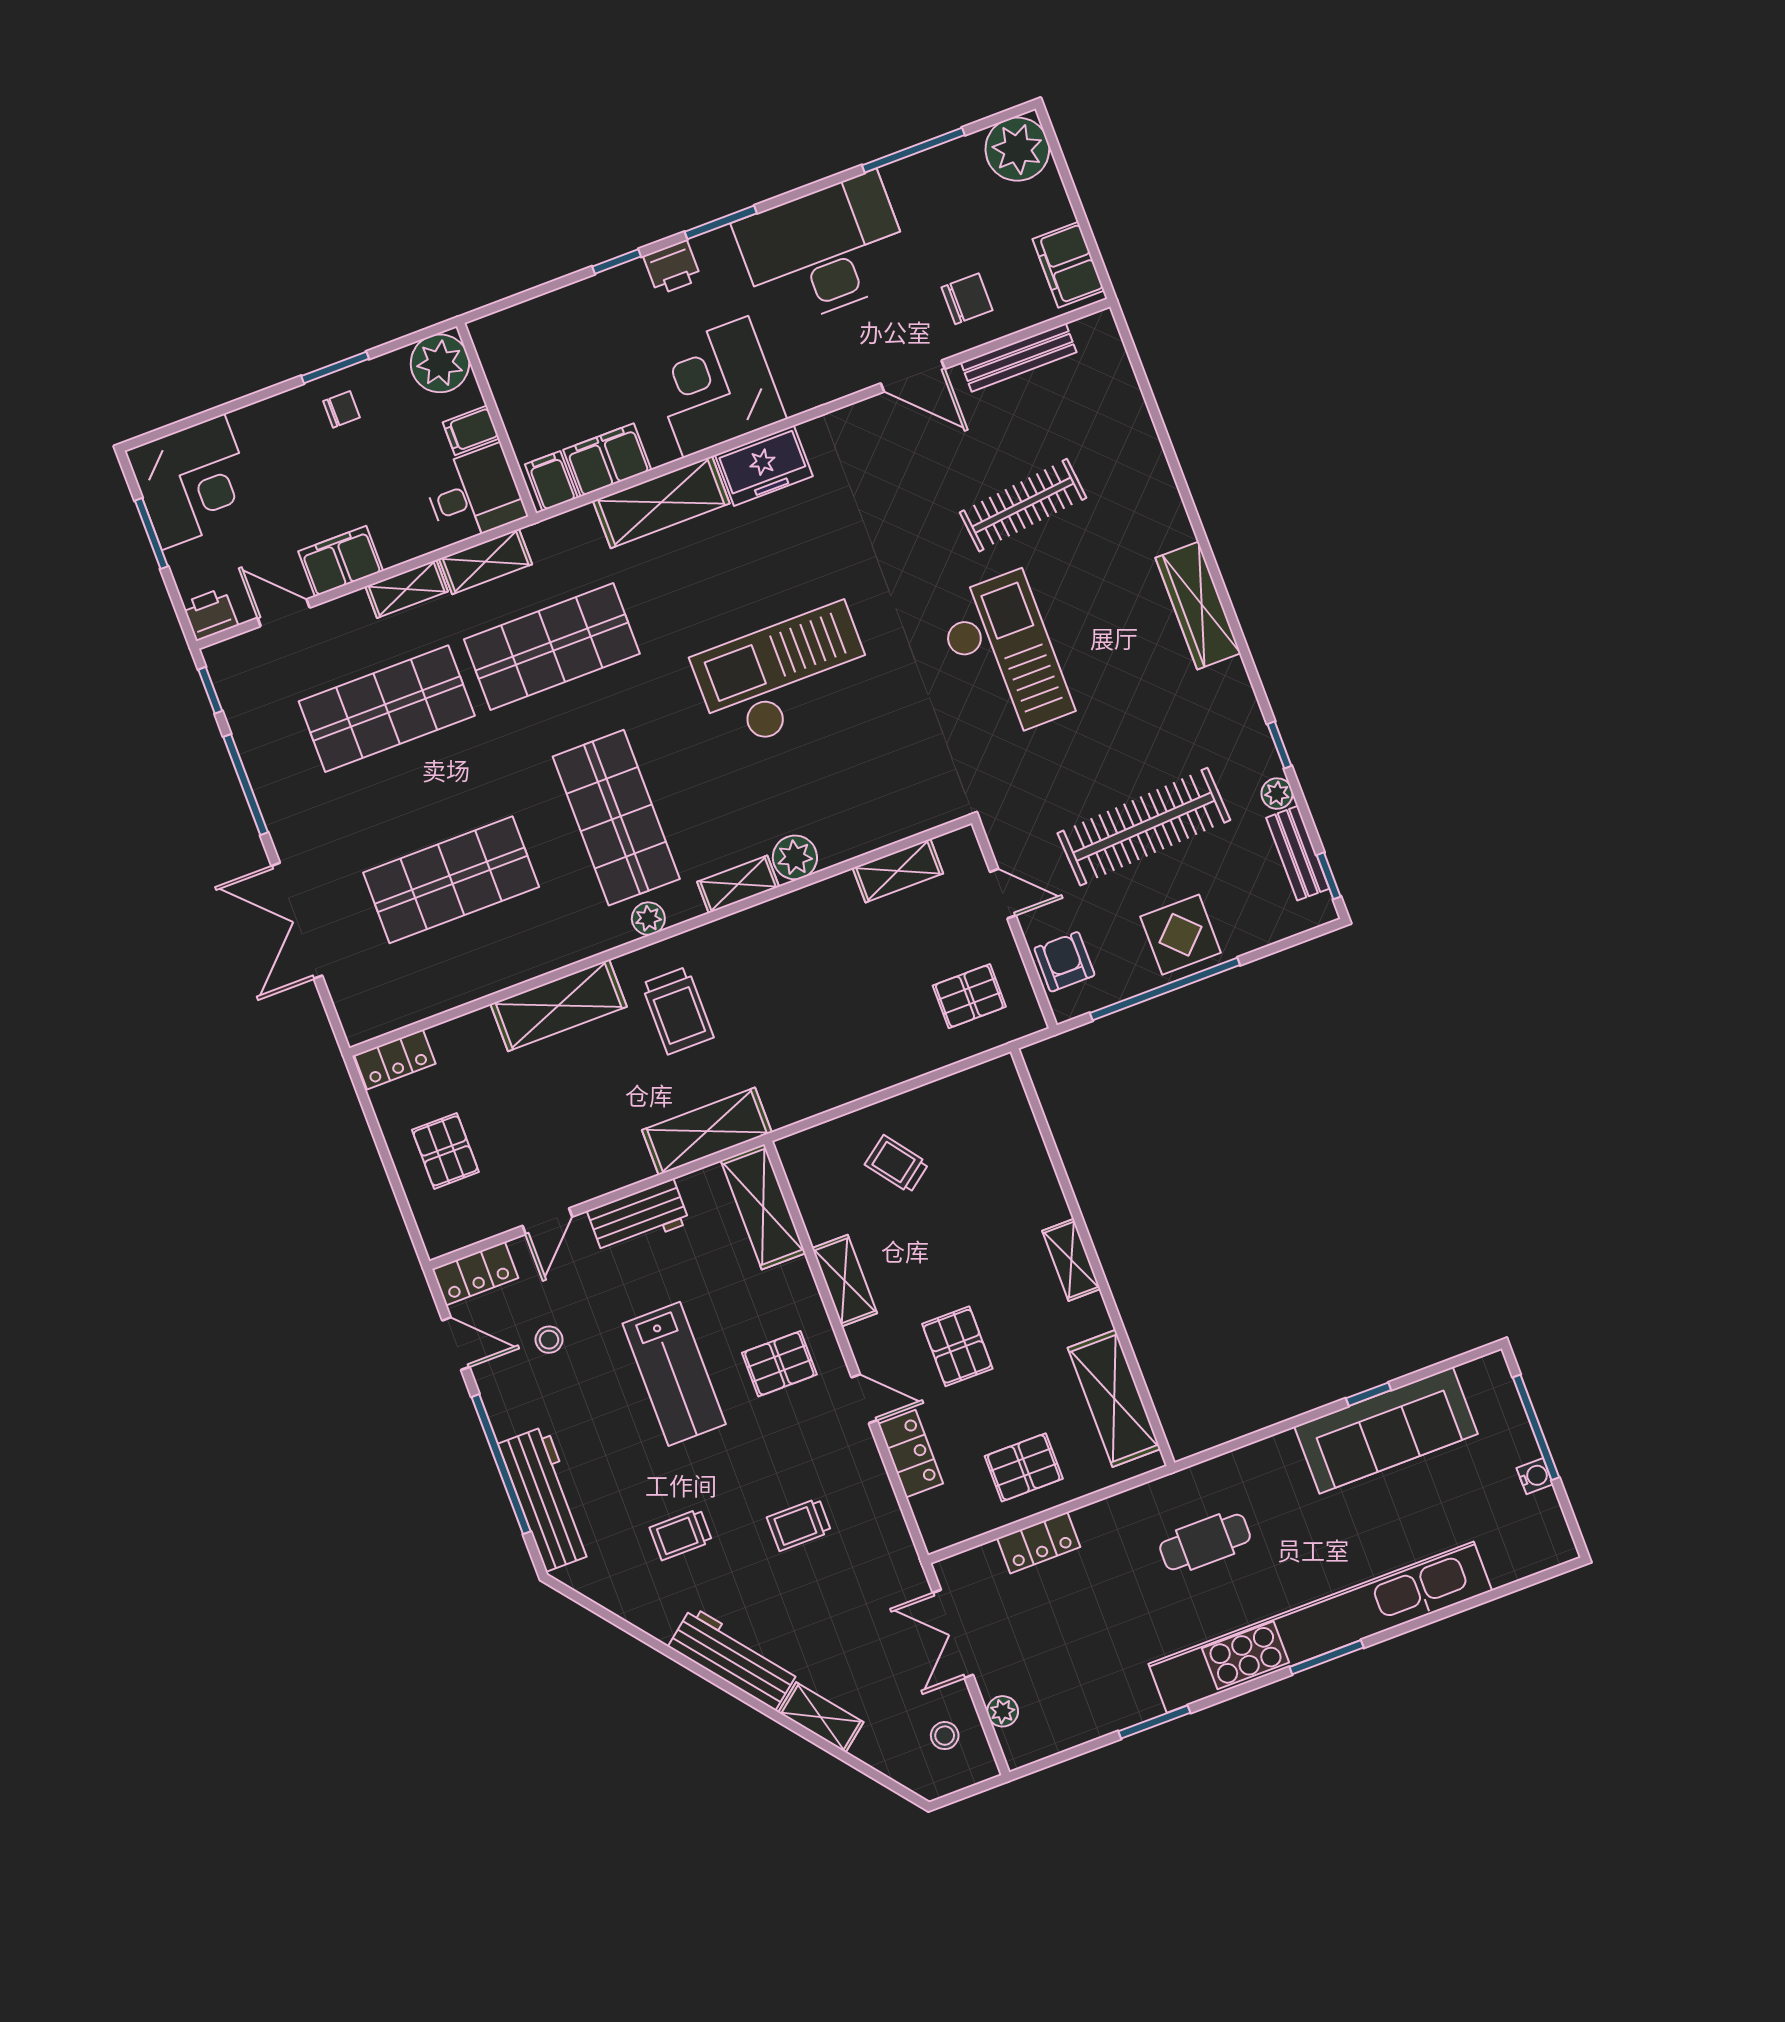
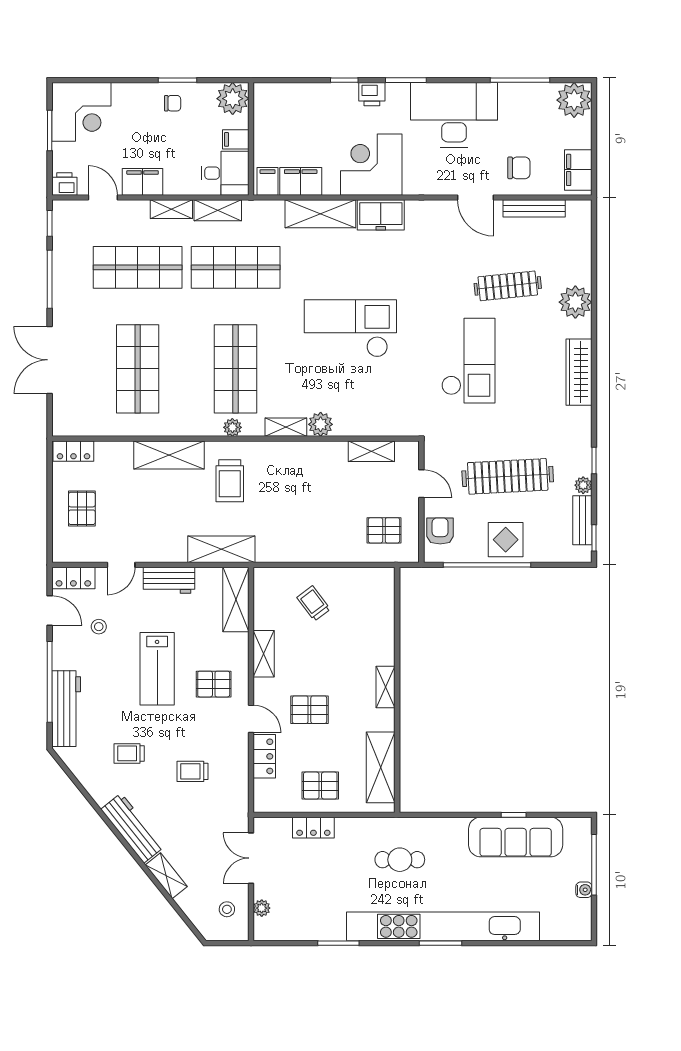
plant: (1148, 489) -> (575, 302), added
shop shelf: (451, 880) -> (138, 369), turned 90
pallet: (957, 1346) -> (309, 710), turned 90

